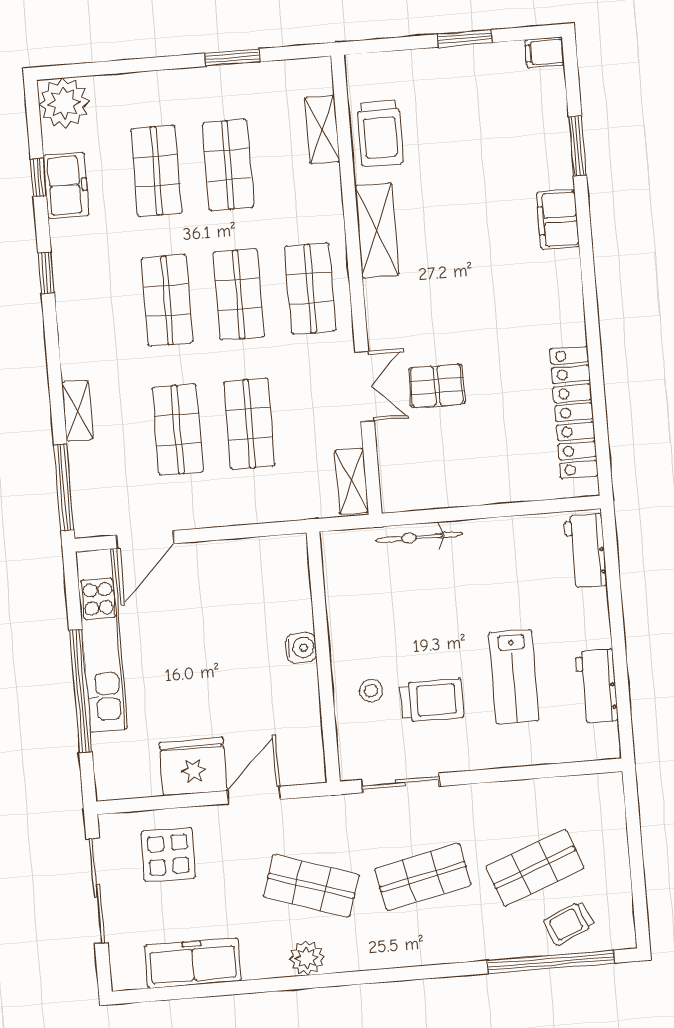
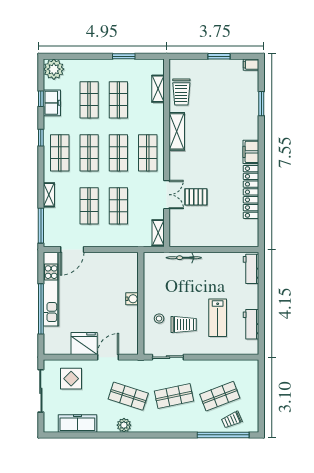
filing cabinet: (558, 220) -> (251, 152), moved
shop shelf: (95, 306) -> (60, 153), added
locker: (574, 412) -> (251, 192), moved

